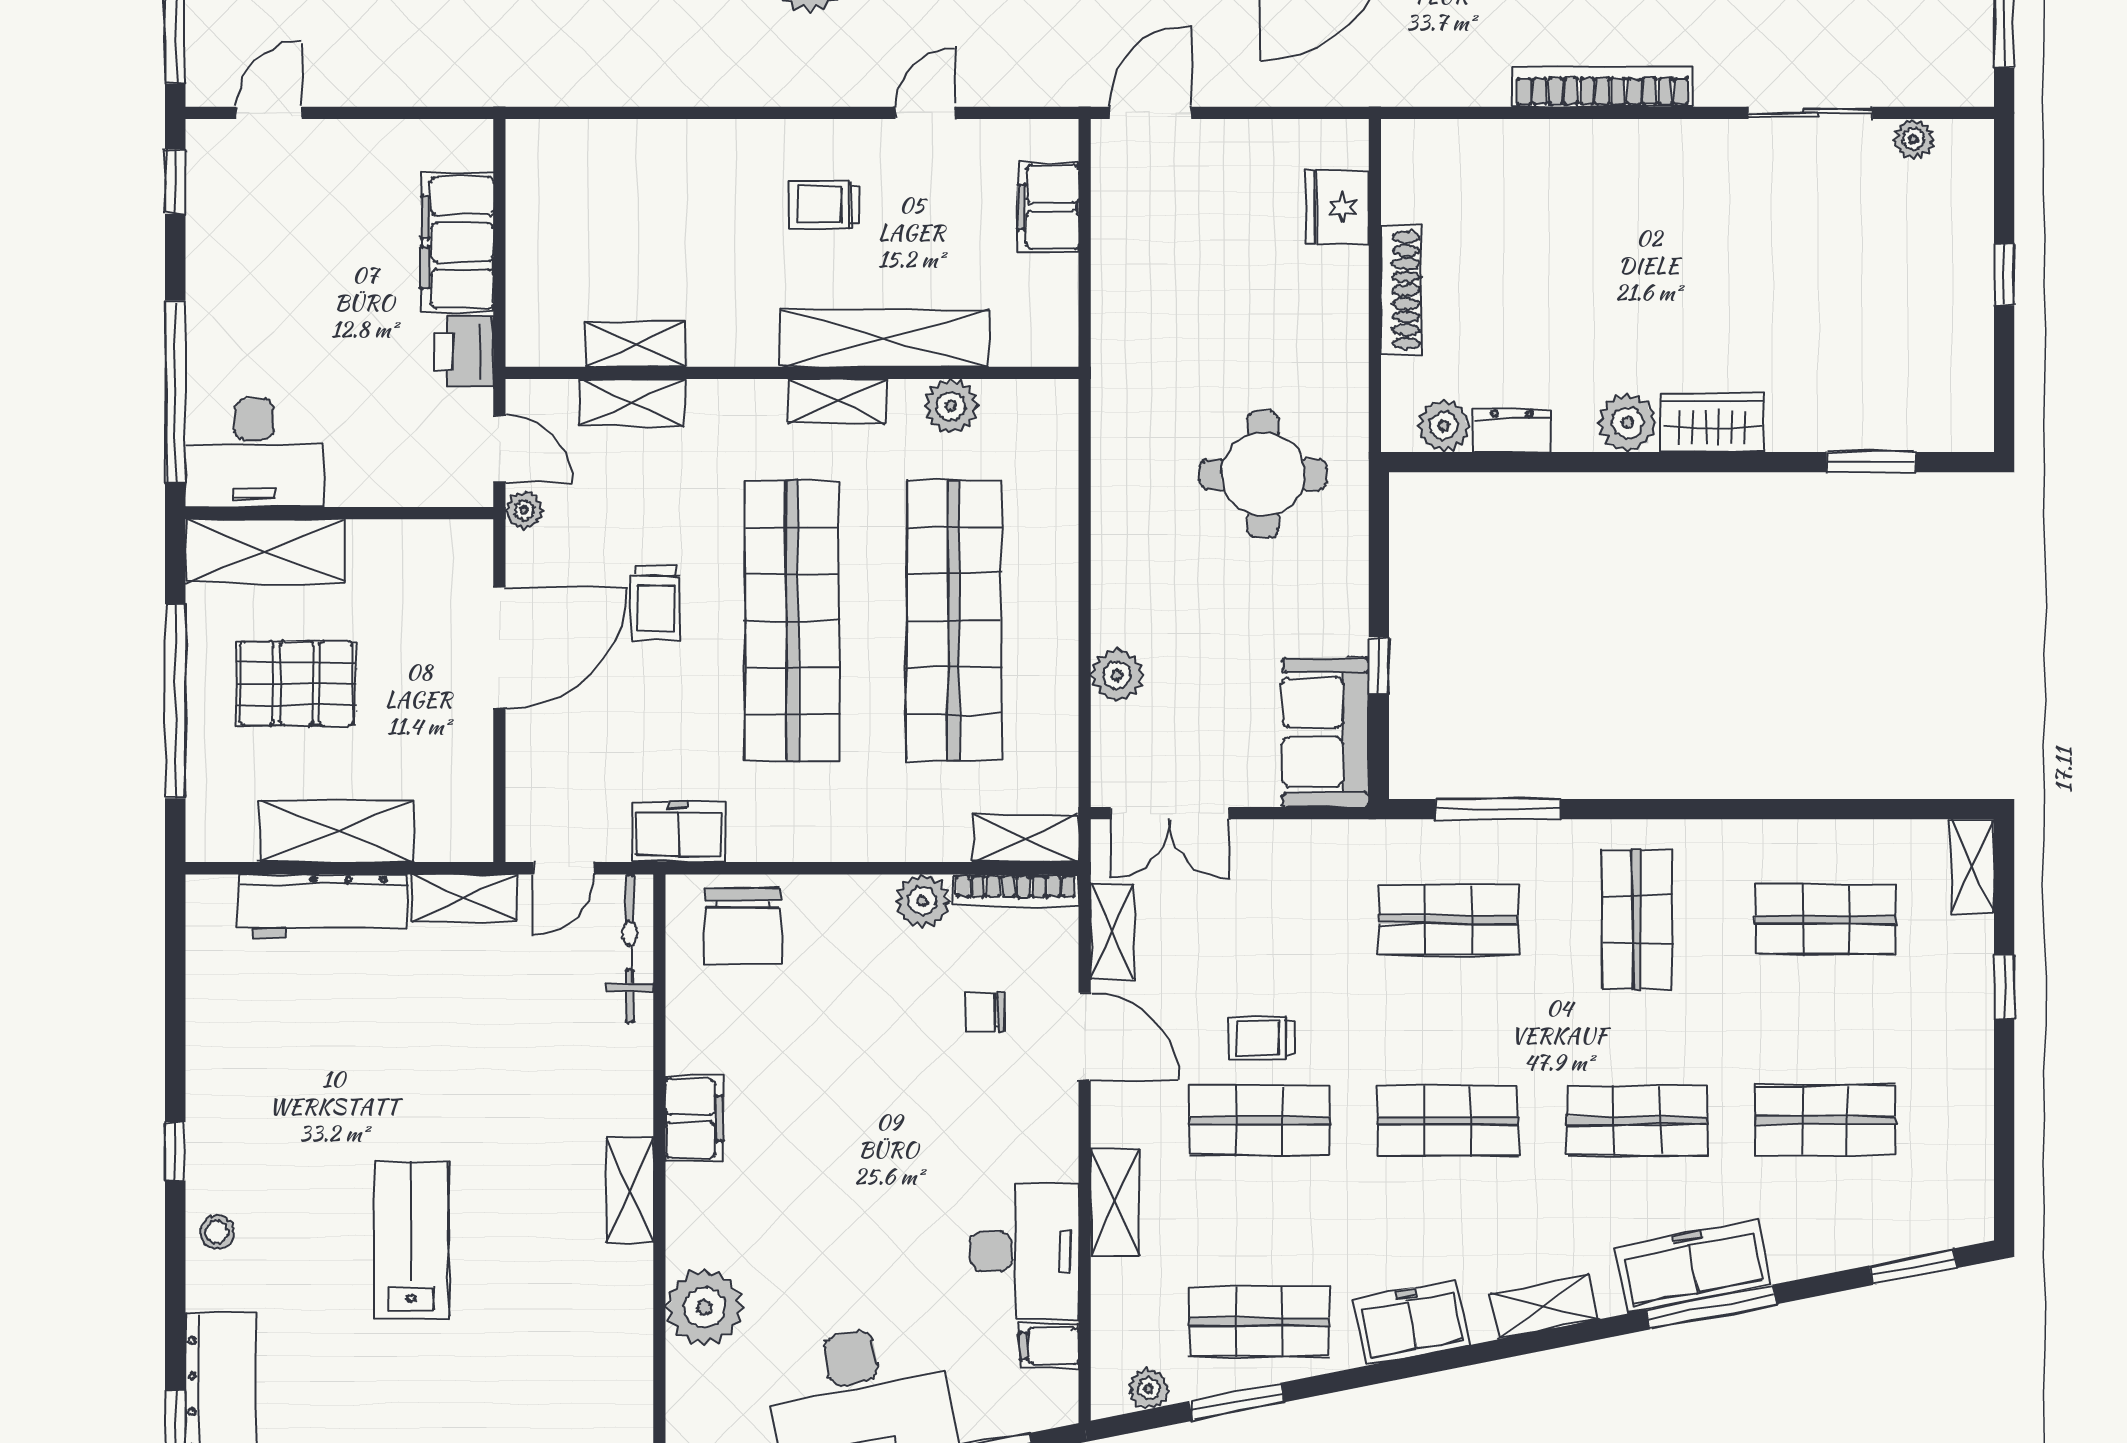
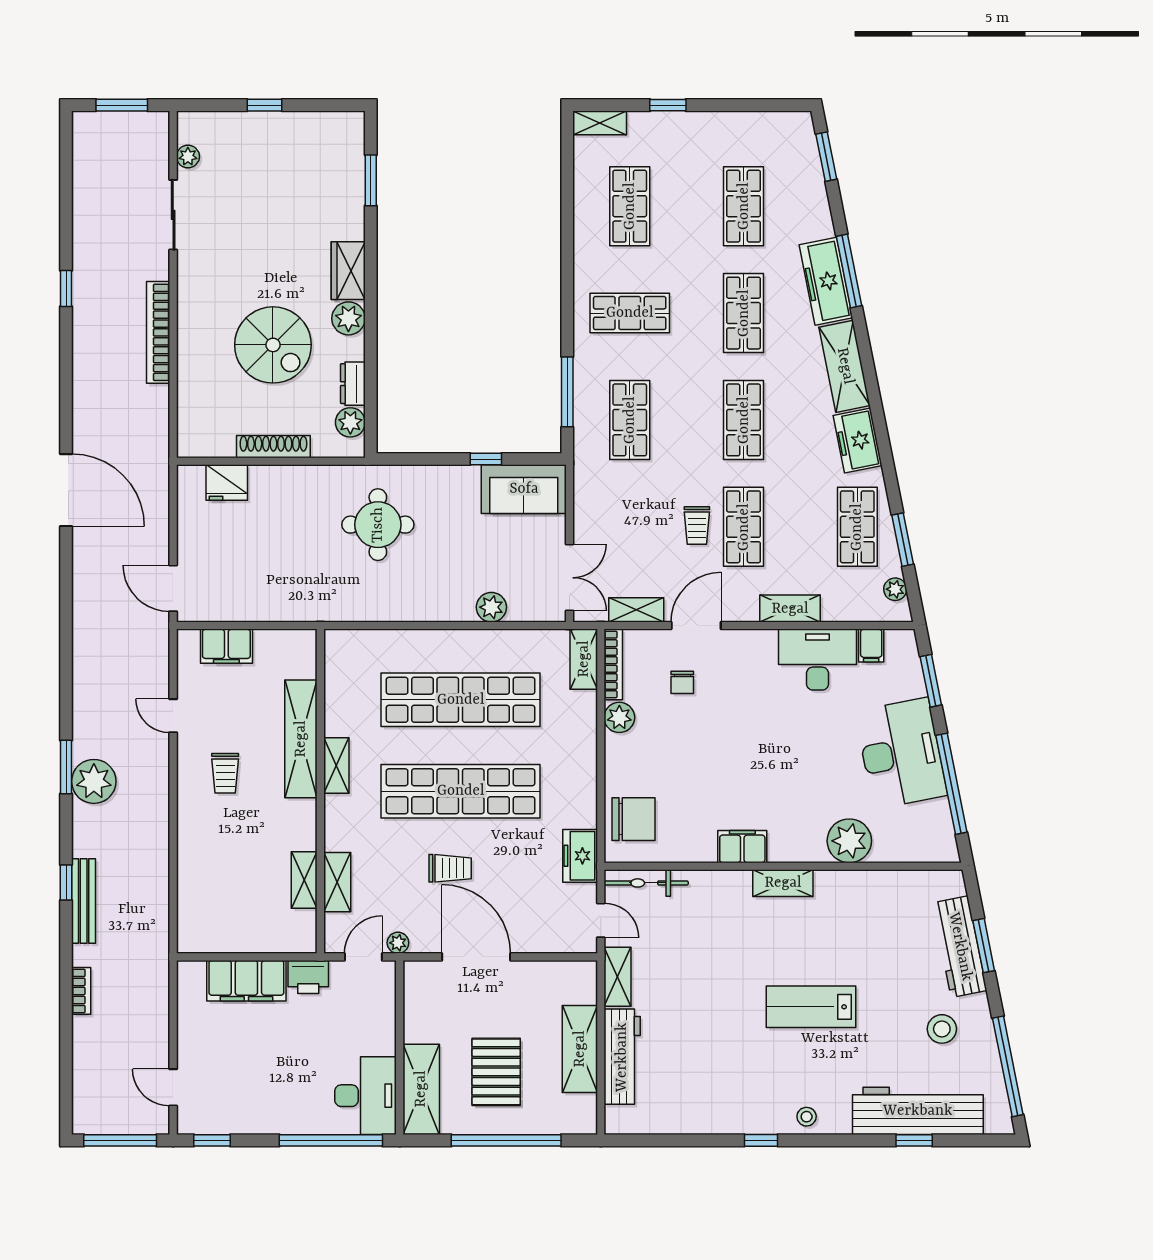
spiral stairs: (1581, 289) -> (273, 345), added
plant: (951, 406) -> (339, 701), removed
shelving: (1544, 1307) -> (845, 366), width x1.50, depth x1.33

